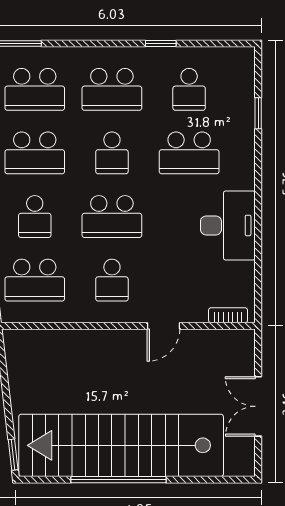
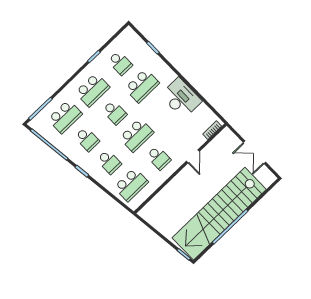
school desk: (35, 153) -> (87, 139), width x0.54

